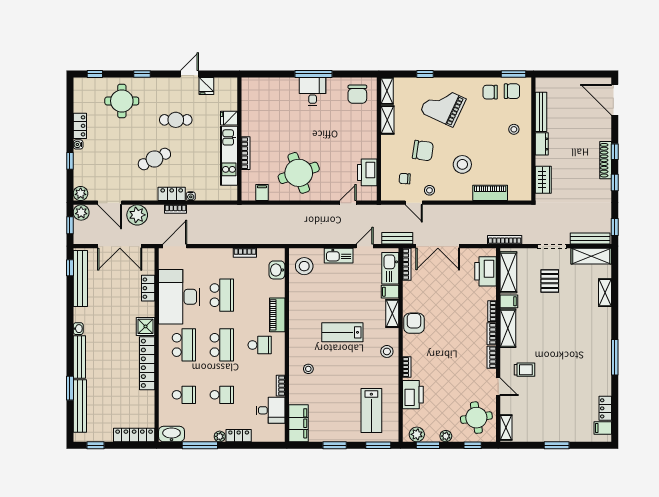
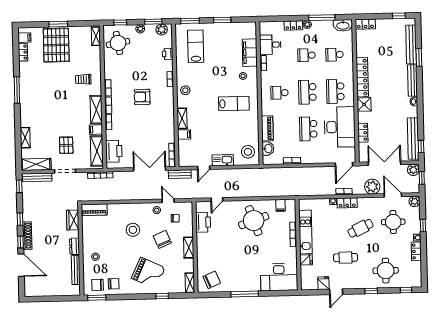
desk: (313, 91) -> (279, 277), moved, width x1.87, depth x1.30
chair: (357, 94) -> (212, 280), turned 67
door: (615, 100) -> (21, 265), moved
shelving: (387, 120) -> (189, 248), moved
chair: (423, 151) -> (162, 239), turned 59
round table: (110, 167) -> (393, 222), added
piano: (490, 193) -> (94, 210), moved
plant: (81, 212) -> (413, 170), moved
kitchen sink: (390, 268) -> (184, 152), removed
piano: (277, 315) -> (267, 128), moved
armchair: (414, 323) -> (142, 97), moved, turned 90
lab bench: (342, 332) -> (234, 104), moved
door: (498, 387) -> (102, 66), removed
printer: (413, 395) -> (168, 54), width x0.53, depth x0.68
pallet: (560, 417) -> (56, 45), added
filing cabinet: (298, 423) -> (250, 53), moved
locker: (134, 435) -> (365, 24), width x0.66

